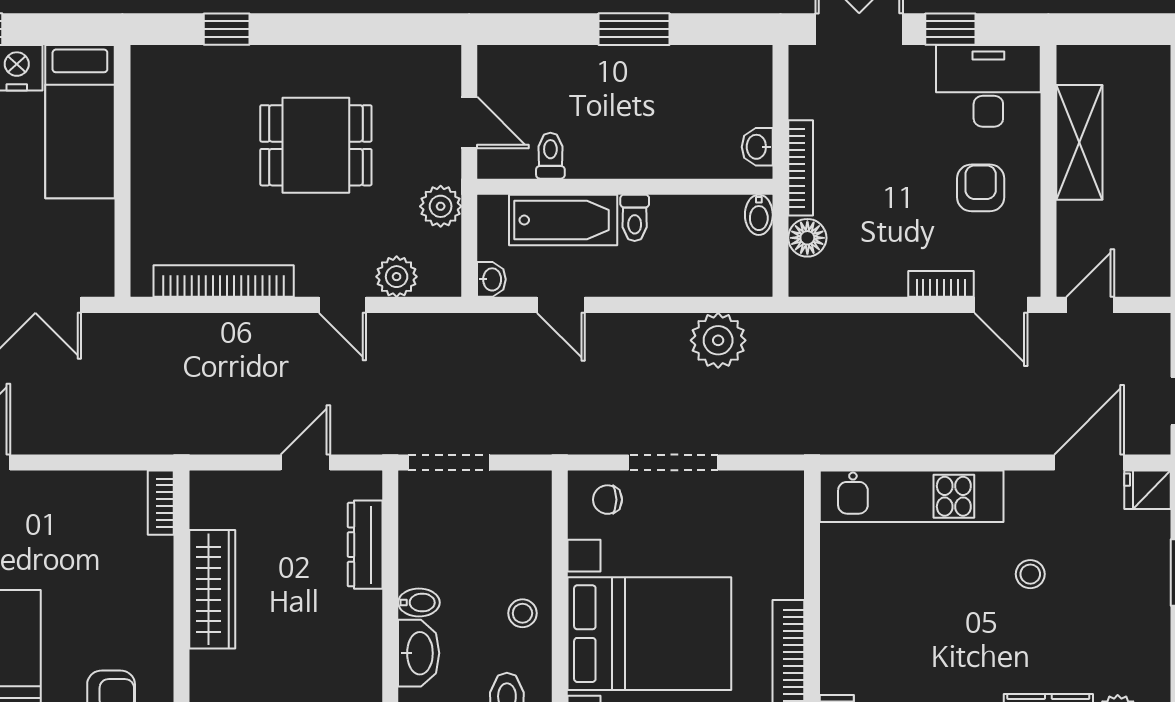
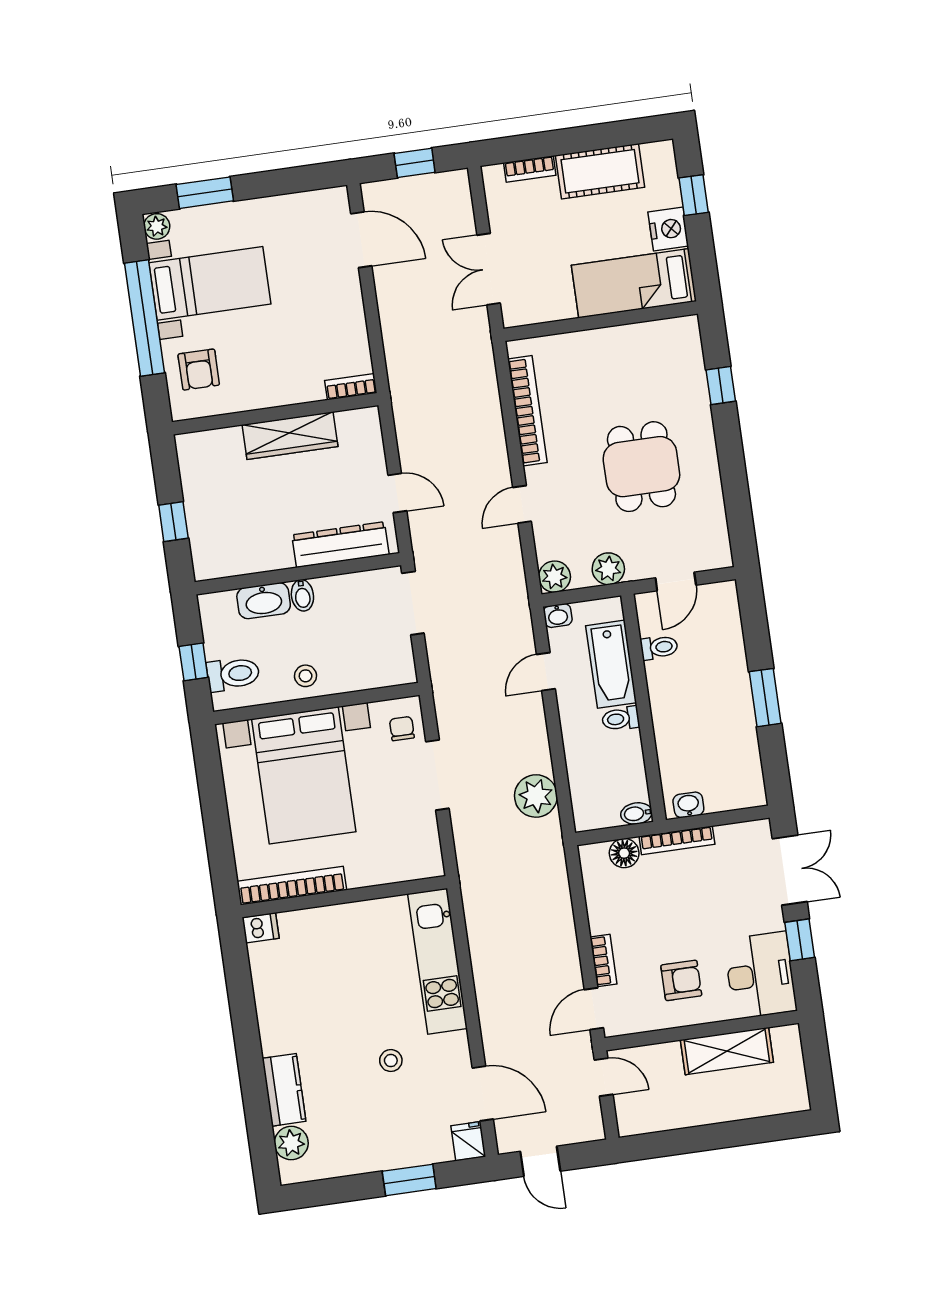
plant: (397, 277) -> (554, 577), moved
dresser: (365, 545) -> (340, 545), width x1.37, depth x1.24

